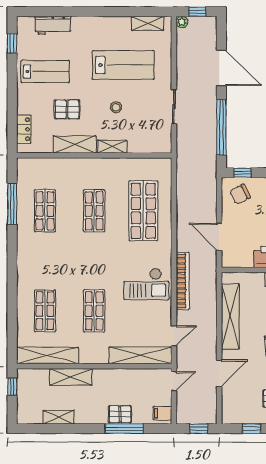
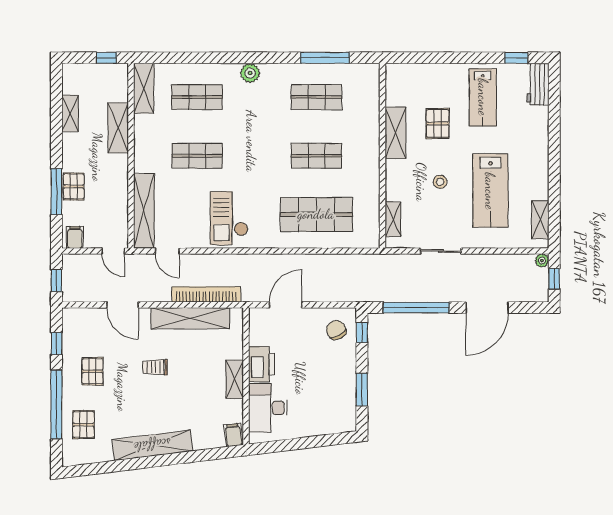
workbench: (53, 25) -> (538, 84), moved
locker: (24, 129) -> (414, 72), removed
shelving: (112, 147) -> (393, 219), moved
plant: (25, 266) -> (250, 73), added
bookcase: (183, 281) -> (206, 294), moved, turned 180
shelving: (48, 355) -> (144, 88), width x0.68

